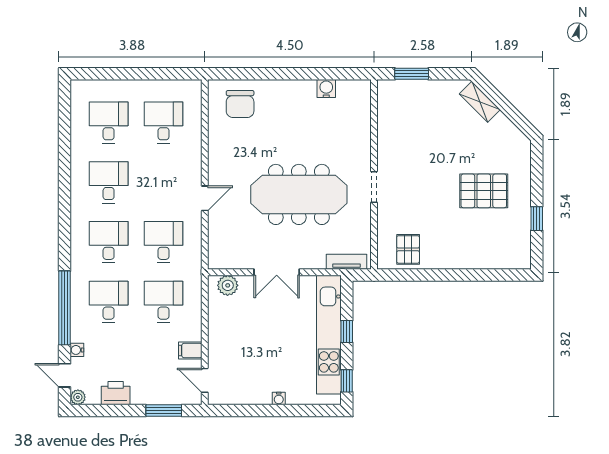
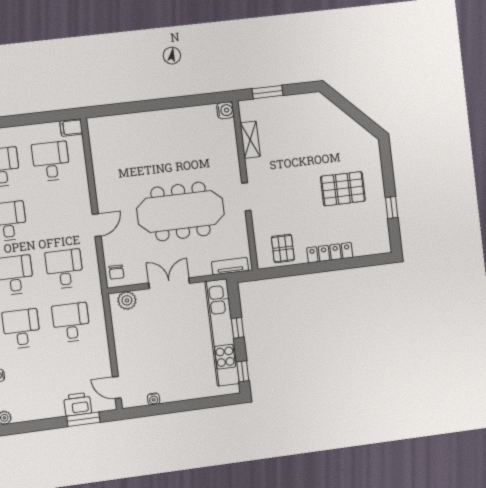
water cooler: (326, 89) -> (225, 110), moved, turned 90
shelving: (480, 102) -> (250, 140), moved, turned 45
chair: (240, 104) -> (116, 272), moved, width x0.54, depth x0.54
locker: (460, 261) -> (330, 253), added
double door: (277, 272) -> (169, 283), swing flipped
filing cabinet: (190, 351) -> (71, 127), moved
printer: (116, 393) -> (78, 404), moved
water cooler: (279, 398) -> (154, 399), moved

